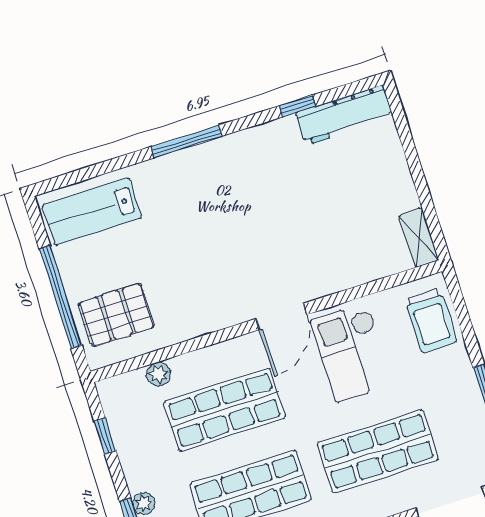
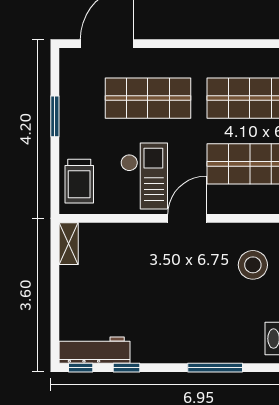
window: (355, 88) -> (81, 368), added
stool: (180, 285) -> (253, 265), added
trolley: (431, 320) -> (79, 181), turned 180

